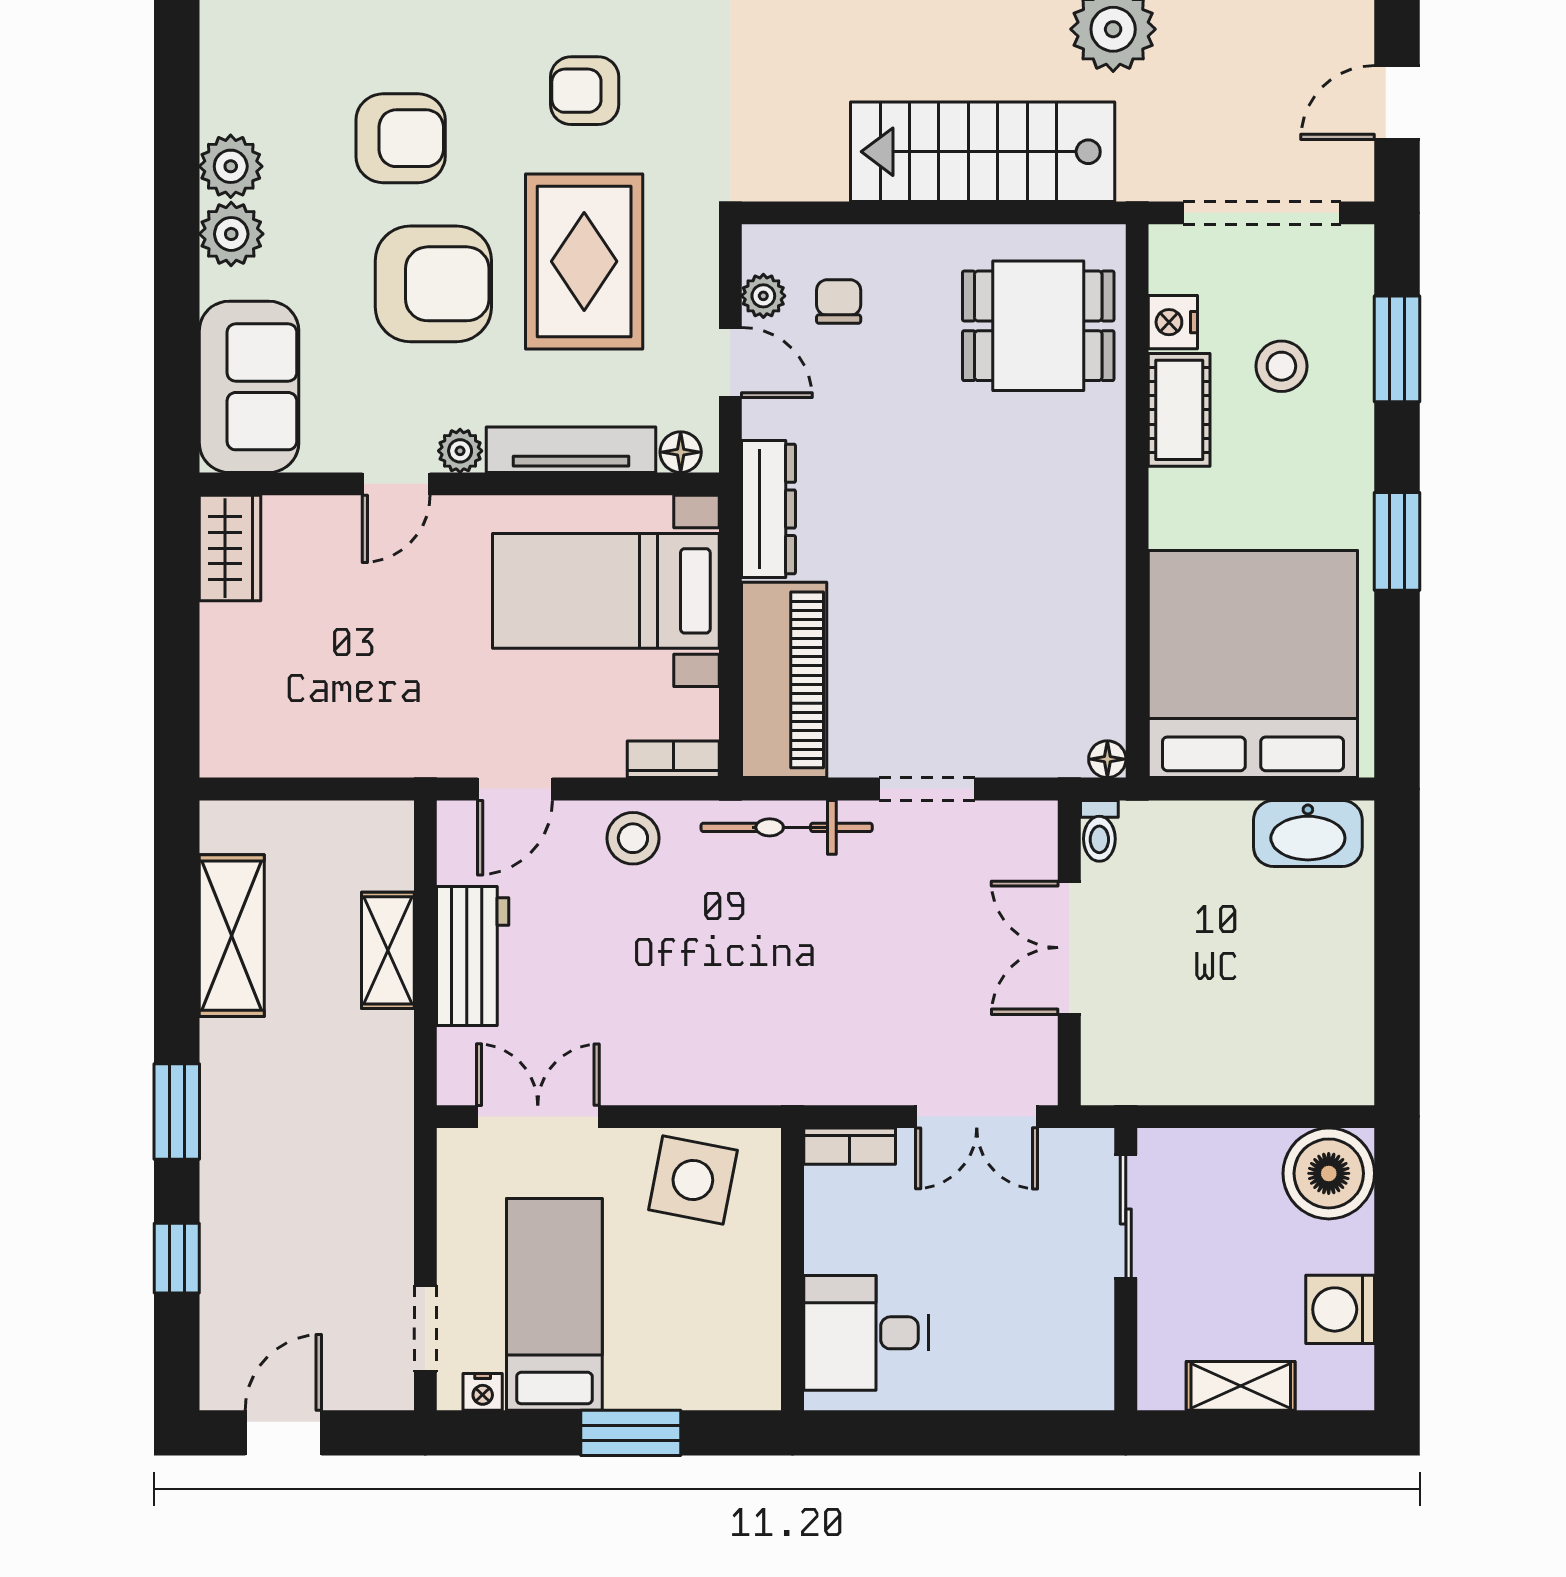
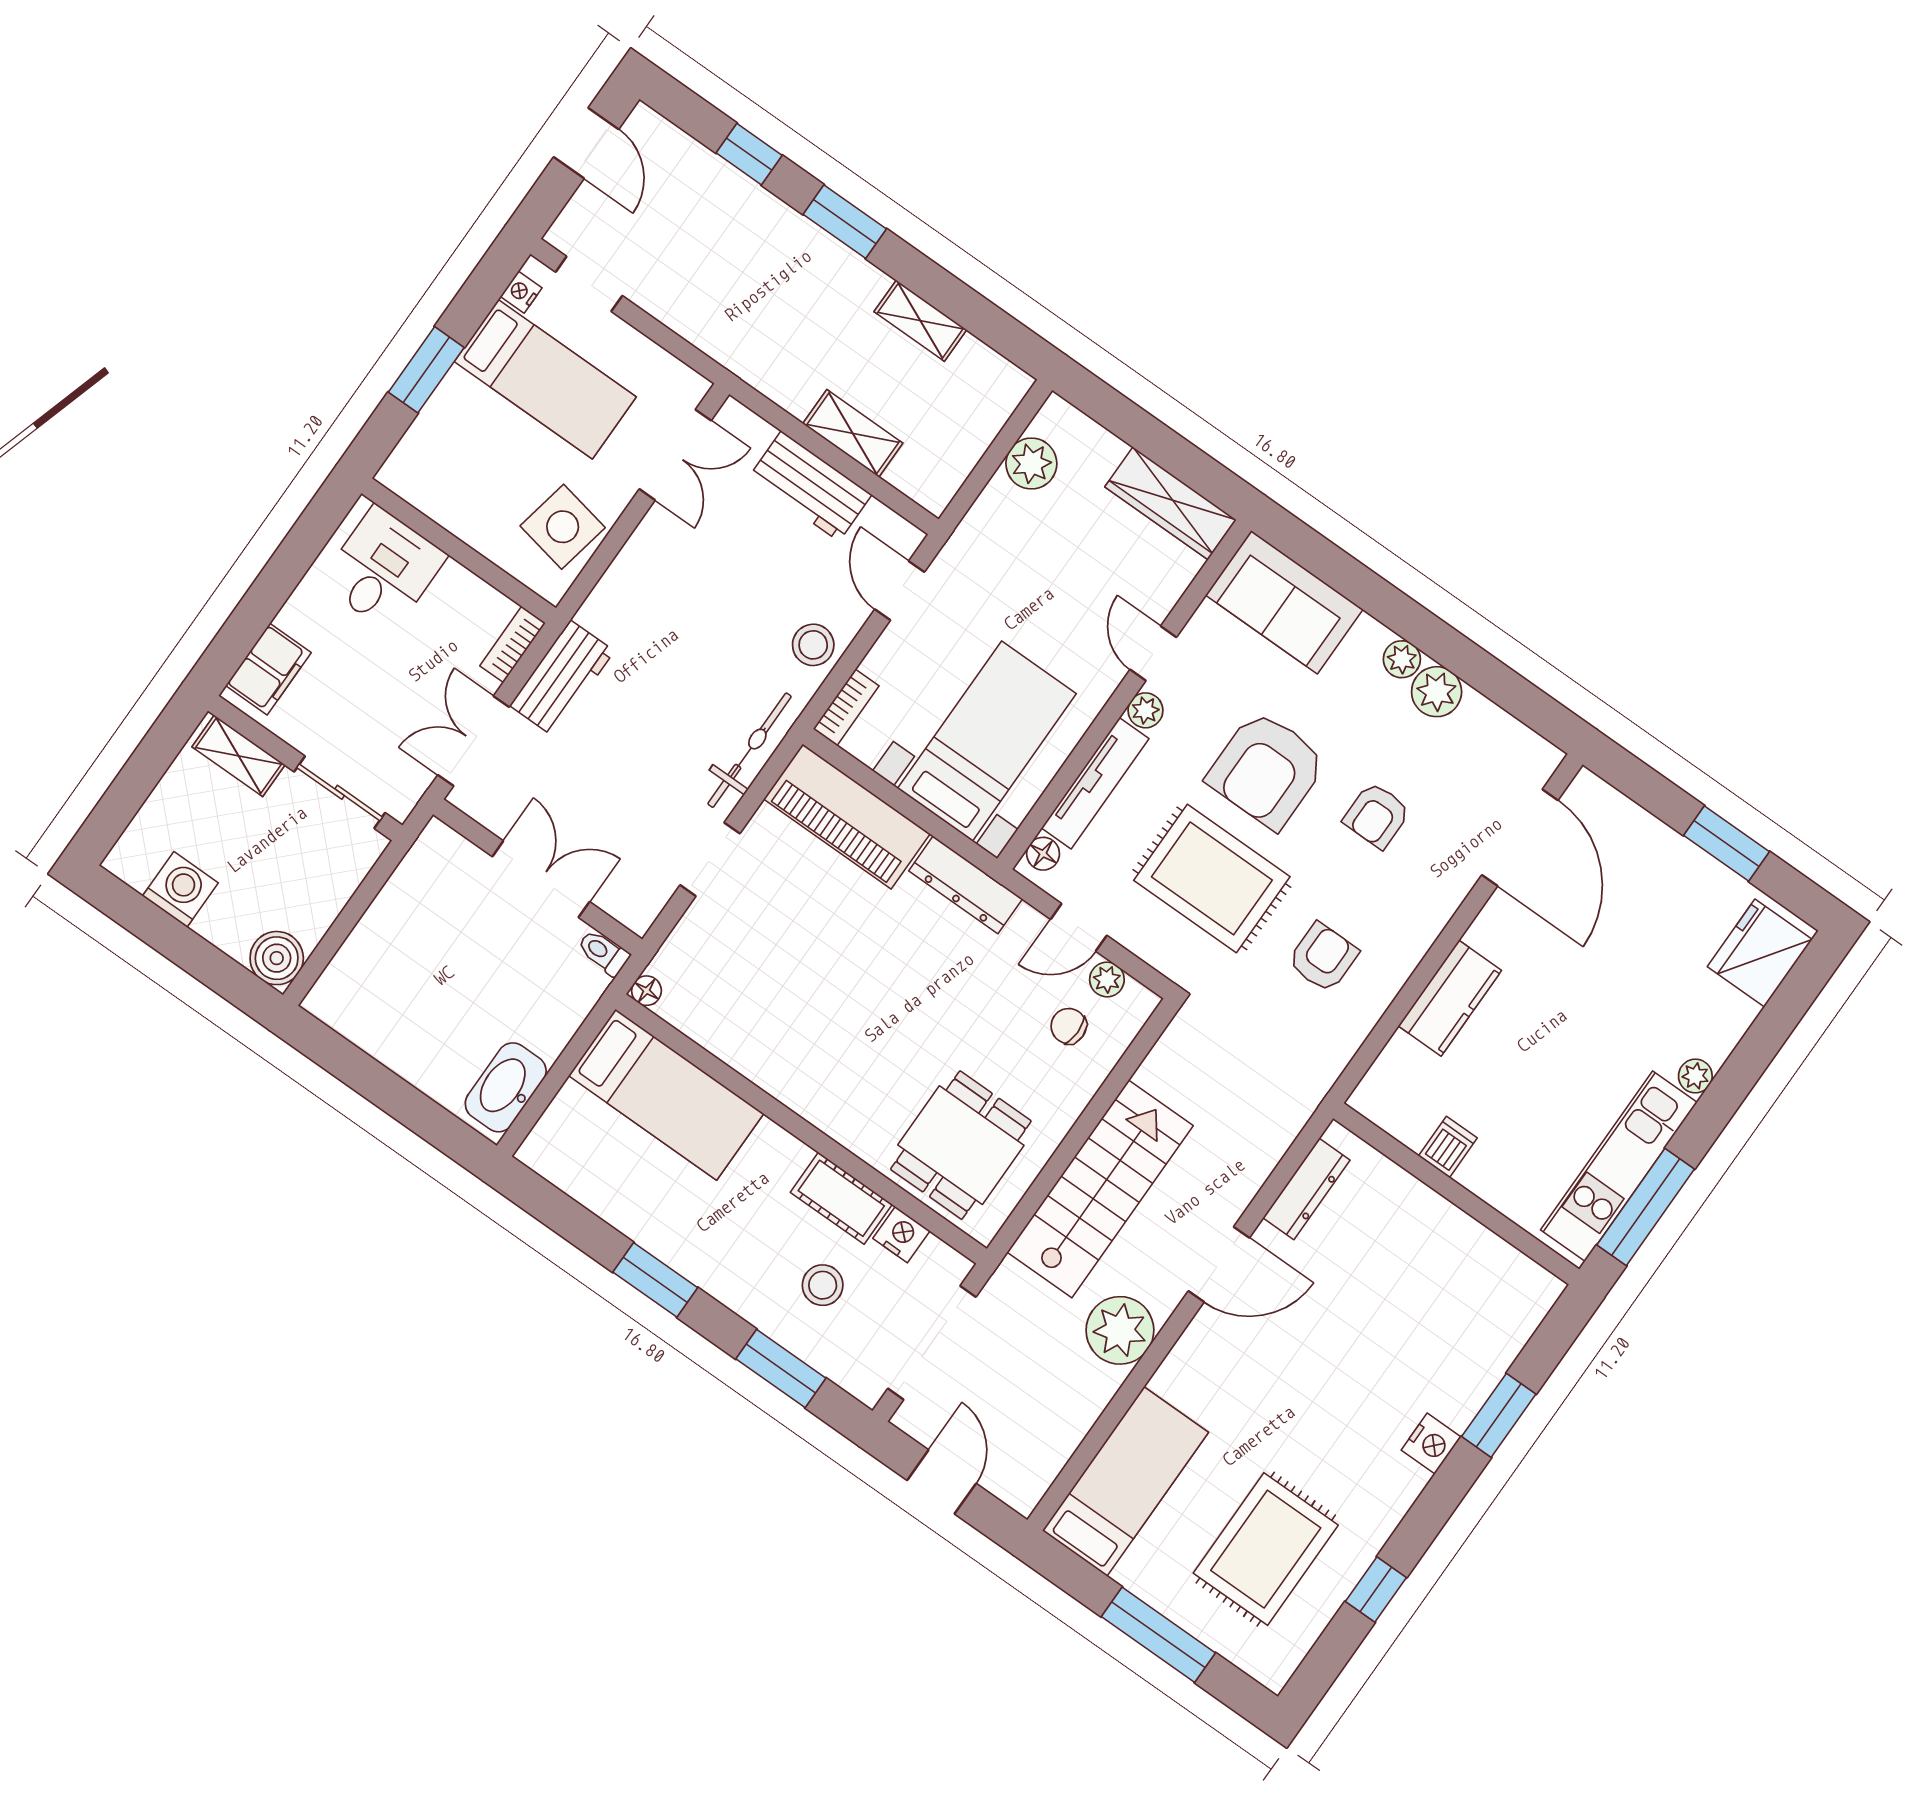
armchair: (401, 138) -> (1377, 815), width x0.72, depth x0.72
plant: (231, 234) -> (1402, 659), width x0.73, depth x0.73
chair: (839, 302) -> (1069, 1026), turned 180
wardrobe: (230, 548) -> (1171, 503), width x1.50
bed: (1253, 664) -> (666, 1095), width x0.49
plant: (290, 746) -> (1031, 464), added
shelving: (232, 936) -> (920, 321), width x0.67, depth x0.75
workbench: (849, 1071) -> (562, 678), added
boiler: (1329, 1173) -> (277, 958), width x0.73, depth x0.73
filing cabinet: (1051, 1378) -> (268, 669), added
shelving: (1241, 1386) -> (238, 756), moved, turned 90

